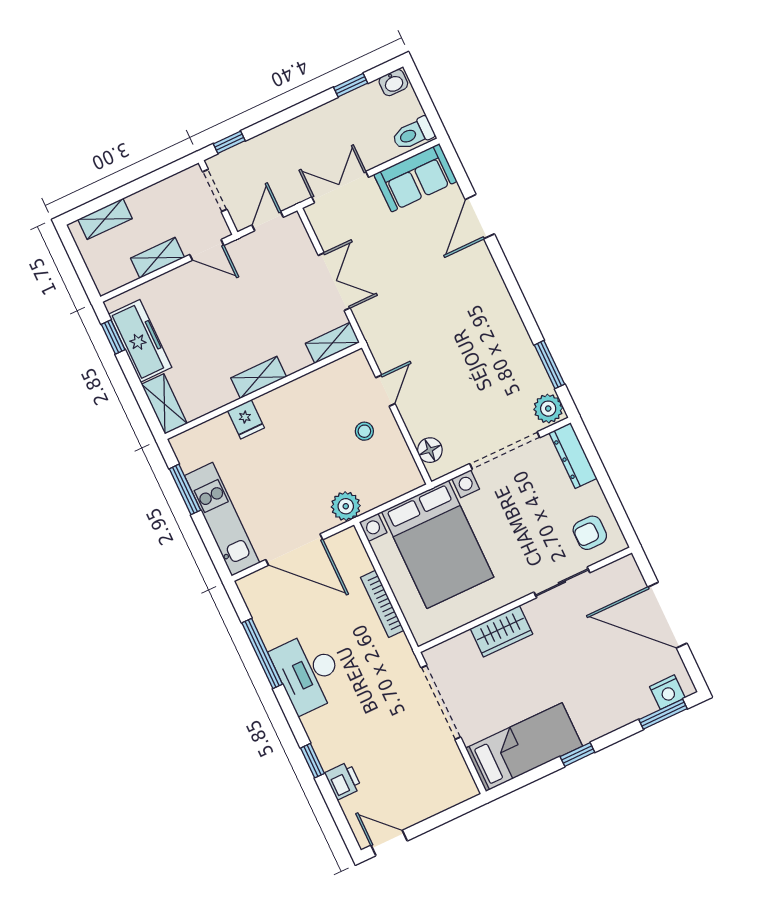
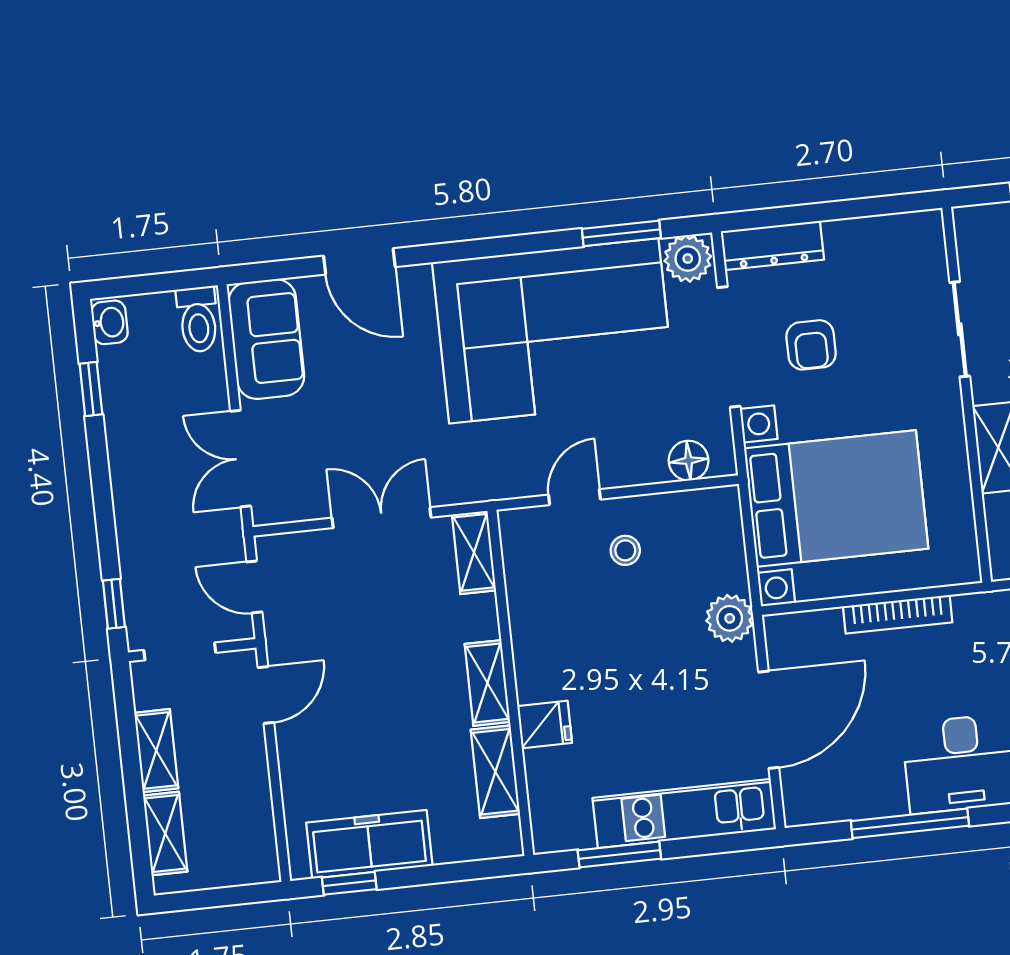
shelving: (158, 258) -> (156, 751), moved
corner sofa: (479, 345) -> (554, 331), added
door: (385, 391) -> (574, 497), hinge flipped
shelving: (164, 404) -> (495, 772), moved, turned 90
armchair: (590, 533) -> (811, 345), moved

